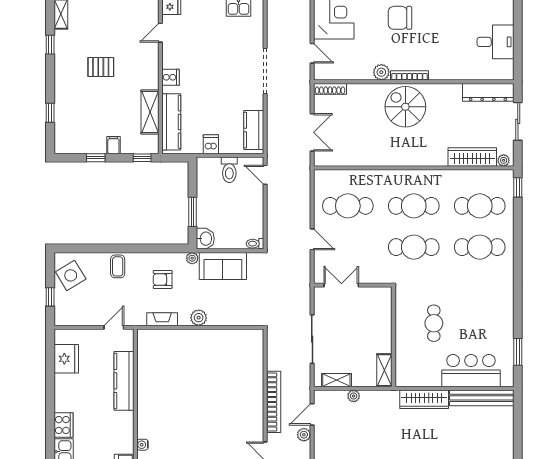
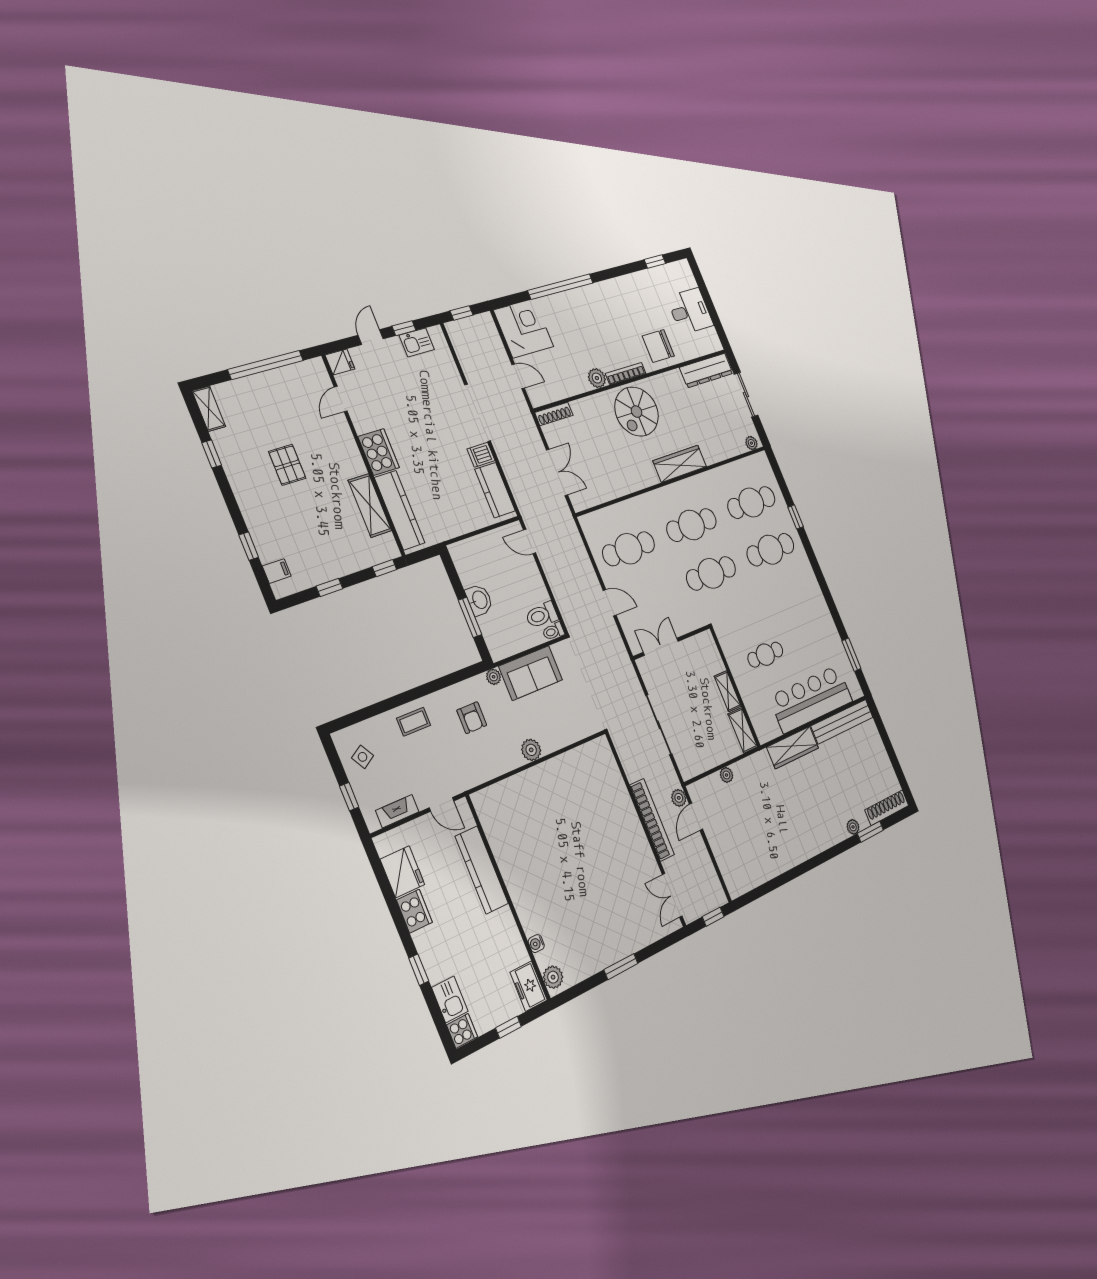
chair: (400, 18) -> (658, 346), moved
pallet: (101, 67) -> (287, 465), turned 90
cooker: (171, 77) -> (379, 452), width x1.87, depth x1.31
spiral stairs: (405, 107) -> (637, 412), turned -90
dishwasher: (211, 144) -> (481, 455), moved, turned -90
filing cabinet: (113, 145) -> (277, 571), moved, turned 90
wardrobe: (472, 157) -> (680, 464), moved
toilet: (229, 170) -> (542, 615), moved, turned 90
window: (518, 187) -> (796, 517), moved
washbasin: (205, 239) -> (479, 600), moved
coffee table: (118, 266) -> (414, 722), turned 90
side table: (71, 275) -> (363, 757), width x0.54, depth x0.54
armchair: (163, 280) -> (472, 718), turned -90
fireplace: (162, 319) -> (397, 811), moved
cafe table: (434, 323) -> (765, 655), turned 90
door: (114, 327) -> (442, 804), swing flipped
bar counter: (471, 371) -> (811, 699), width x1.36
shelving: (336, 380) -> (728, 691), moved, turned 90
window: (50, 424) -> (419, 970), added
cooker: (64, 425) -> (414, 911), moved
plant: (304, 435) -> (679, 798), moved

